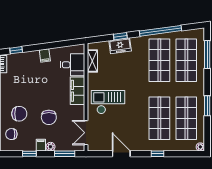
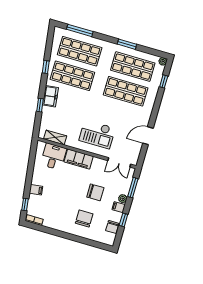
window: (161, 31) -> (46, 67), width x0.32
freezer: (120, 46) -> (50, 96), moved
filing cabinet: (45, 55) -> (36, 190), moved
checkout: (108, 102) -> (97, 134), turned -90
chair: (11, 134) -> (112, 227), moved
window: (158, 154) -> (164, 81), moved

